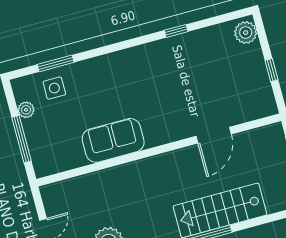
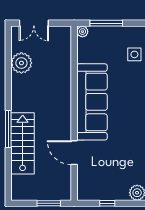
plant: (26, 110) -> (82, 32), moved
sofa: (113, 140) -> (92, 102), width x1.85, depth x1.27

